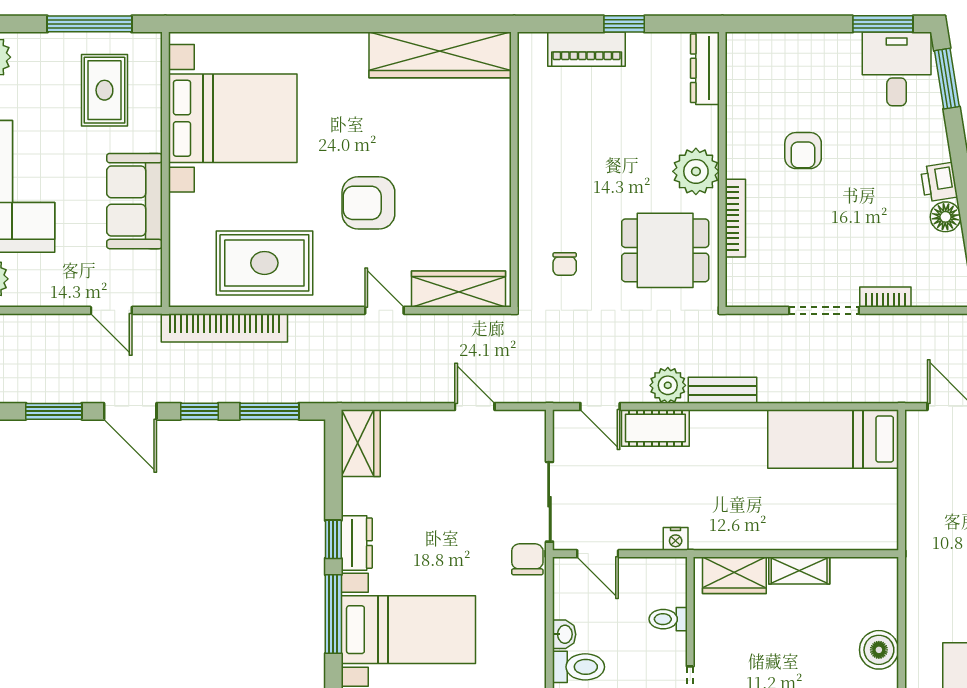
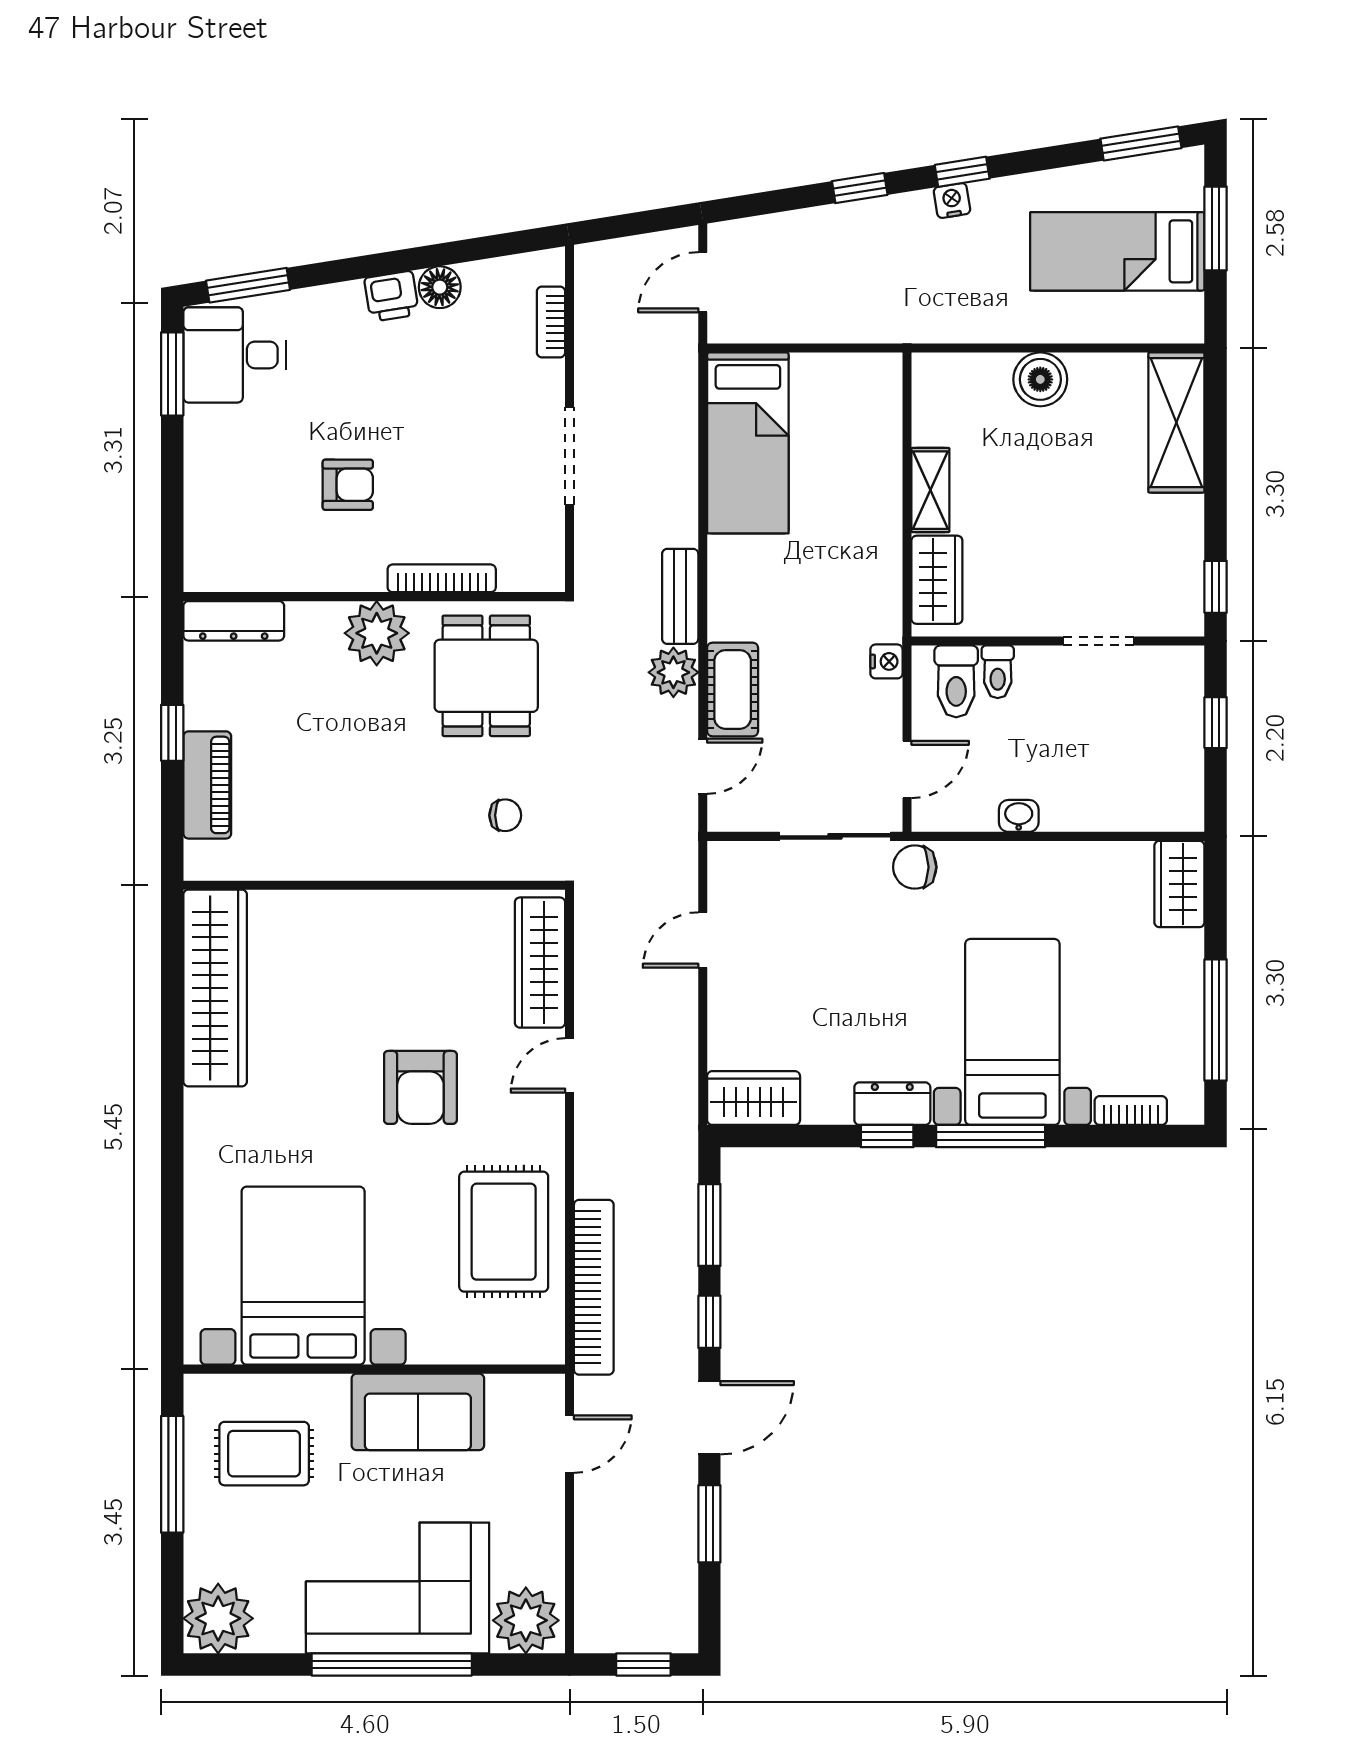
bookcase: (885, 297) -> (551, 322), moved
toilet: (579, 667) -> (956, 681), moved, turned 180

